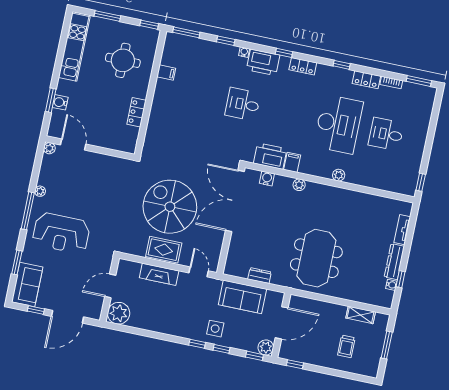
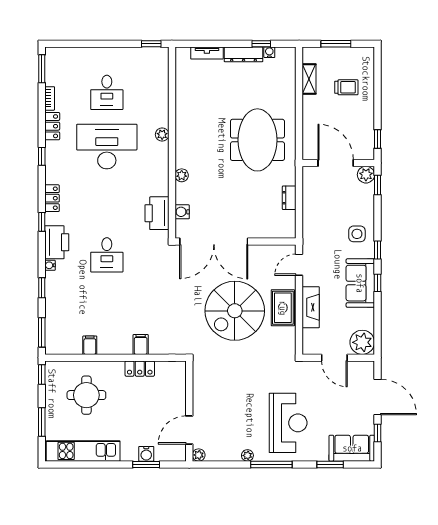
filing cabinet: (292, 162) -> (141, 345), moved, turned 90
meeting table: (316, 258) -> (257, 140), turned 90
sofa: (242, 297) -> (360, 283), moved, turned 180
window: (221, 349) -> (378, 283), moved

